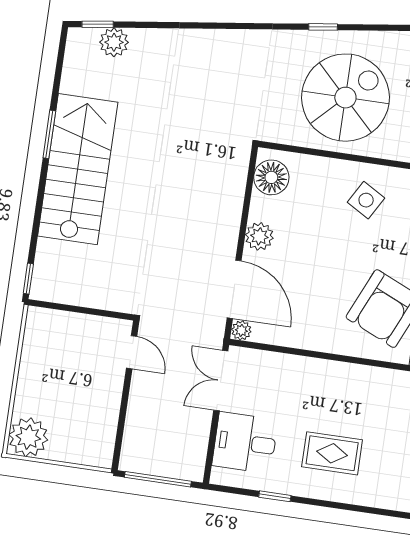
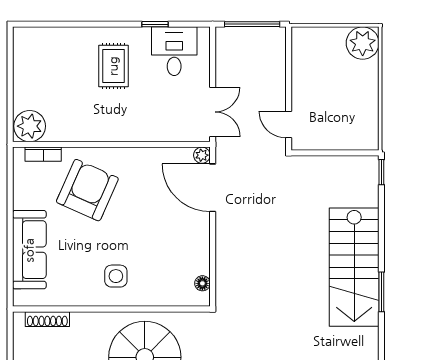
floor lamp: (271, 177) -> (202, 283), width x0.53, depth x0.53
side table: (366, 200) -> (116, 276), turned -30
plant: (259, 236) -> (198, 234), removed
desk: (245, 443) -> (174, 51), moved, turned -90
rug: (332, 453) -> (113, 66), turned 90

